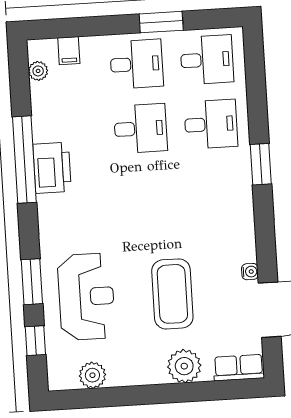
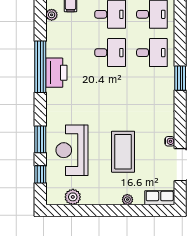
reception desk: (86, 297) -> (72, 150), turned 180
plant: (184, 366) -> (127, 200), width x0.53, depth x0.53

